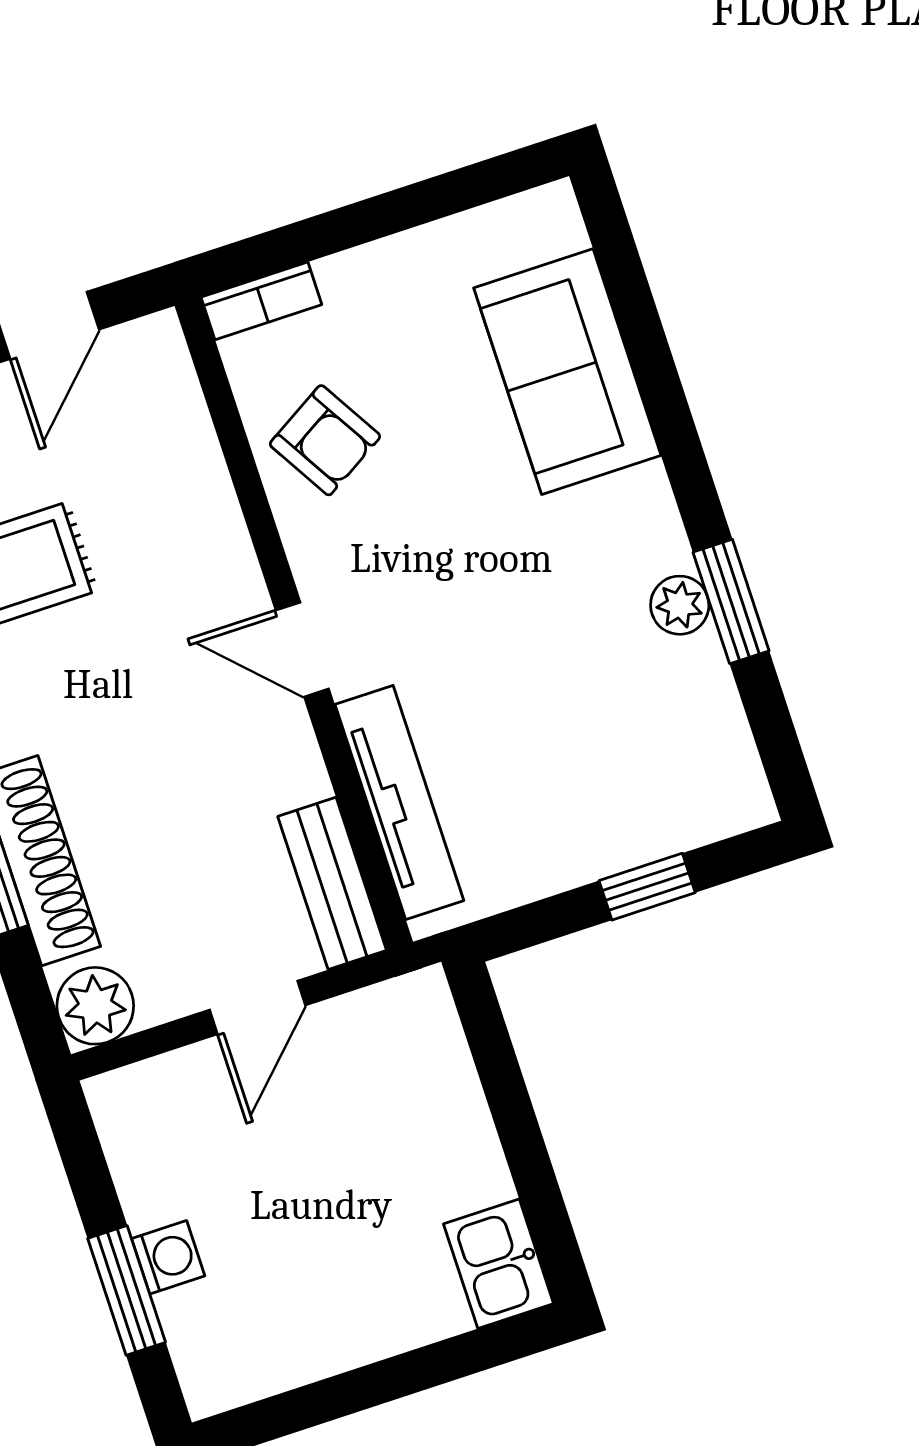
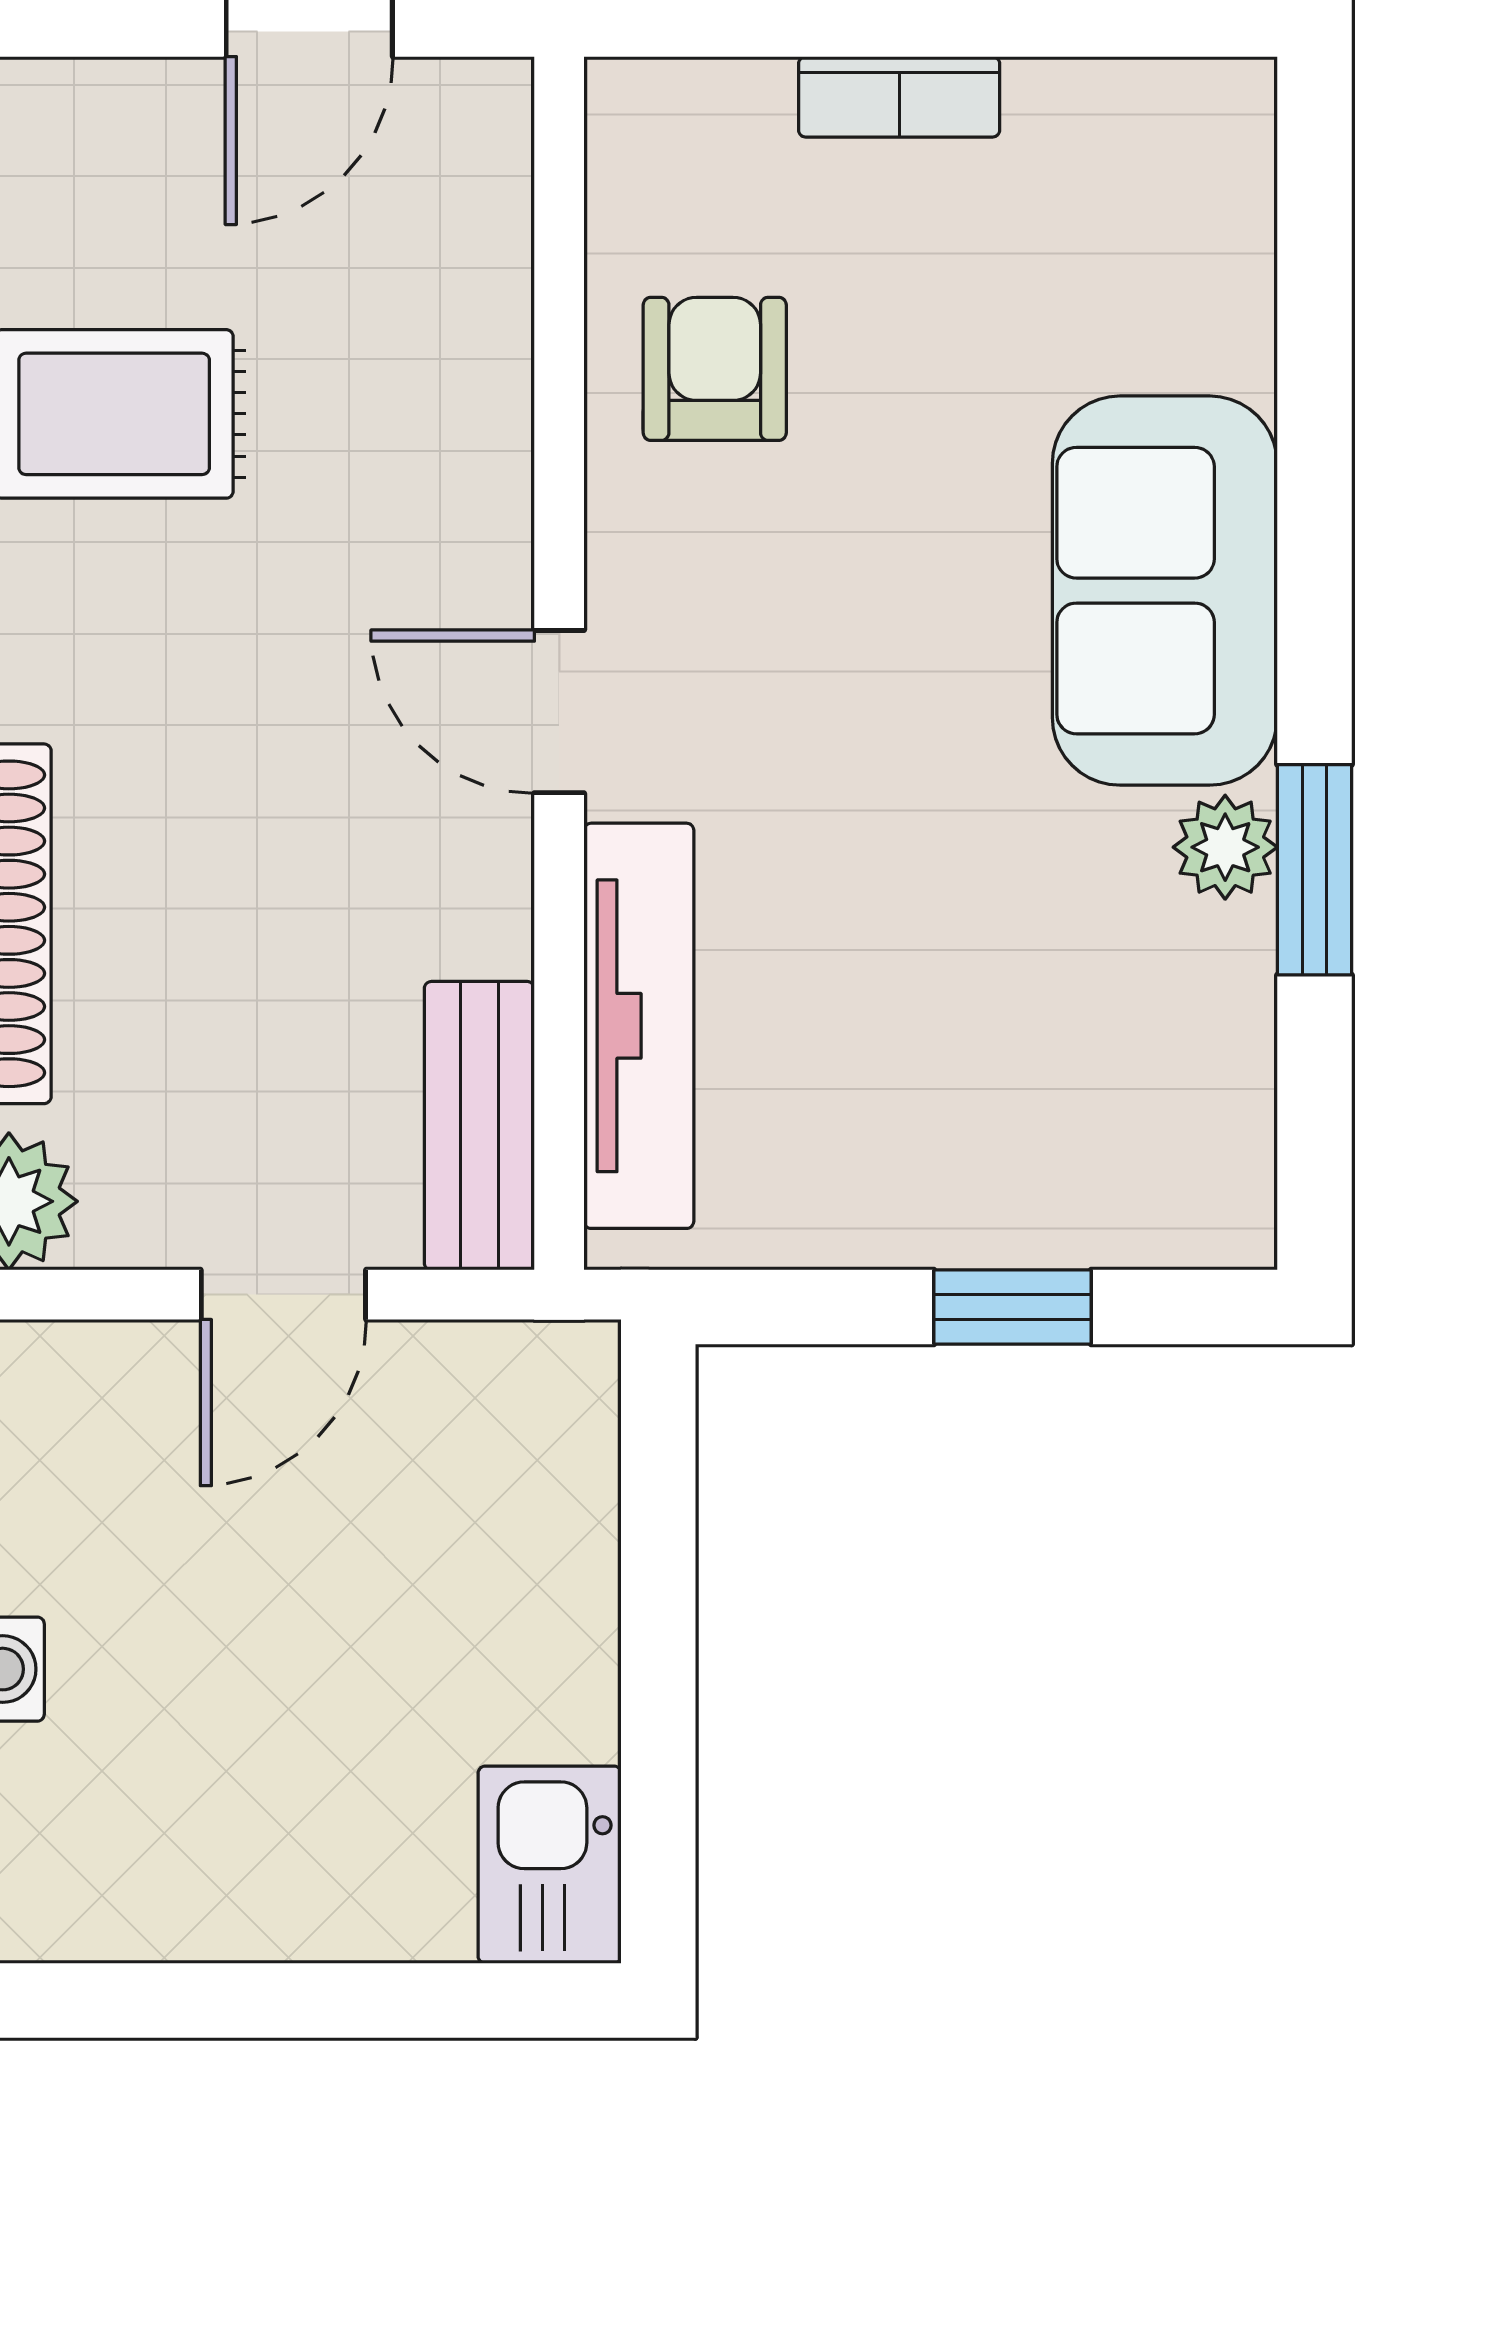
bookcase: (261, 301) -> (899, 97), moved
sofa: (567, 372) -> (1165, 591), moved
armchair: (325, 440) -> (715, 369), turned -149

